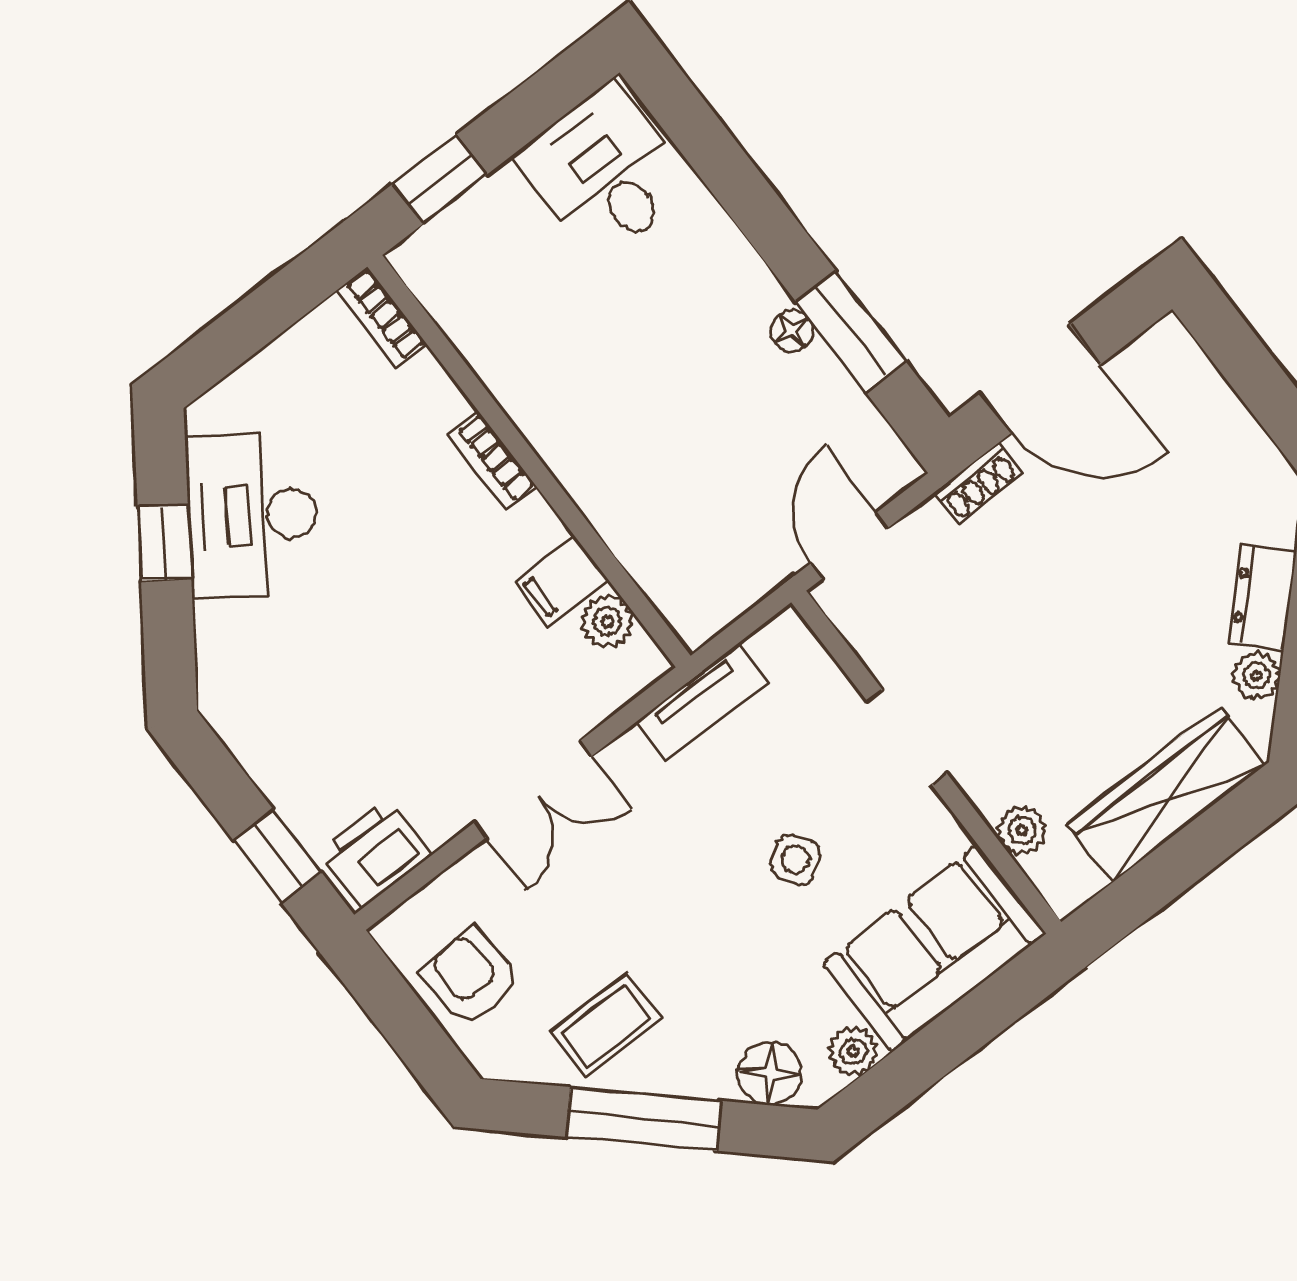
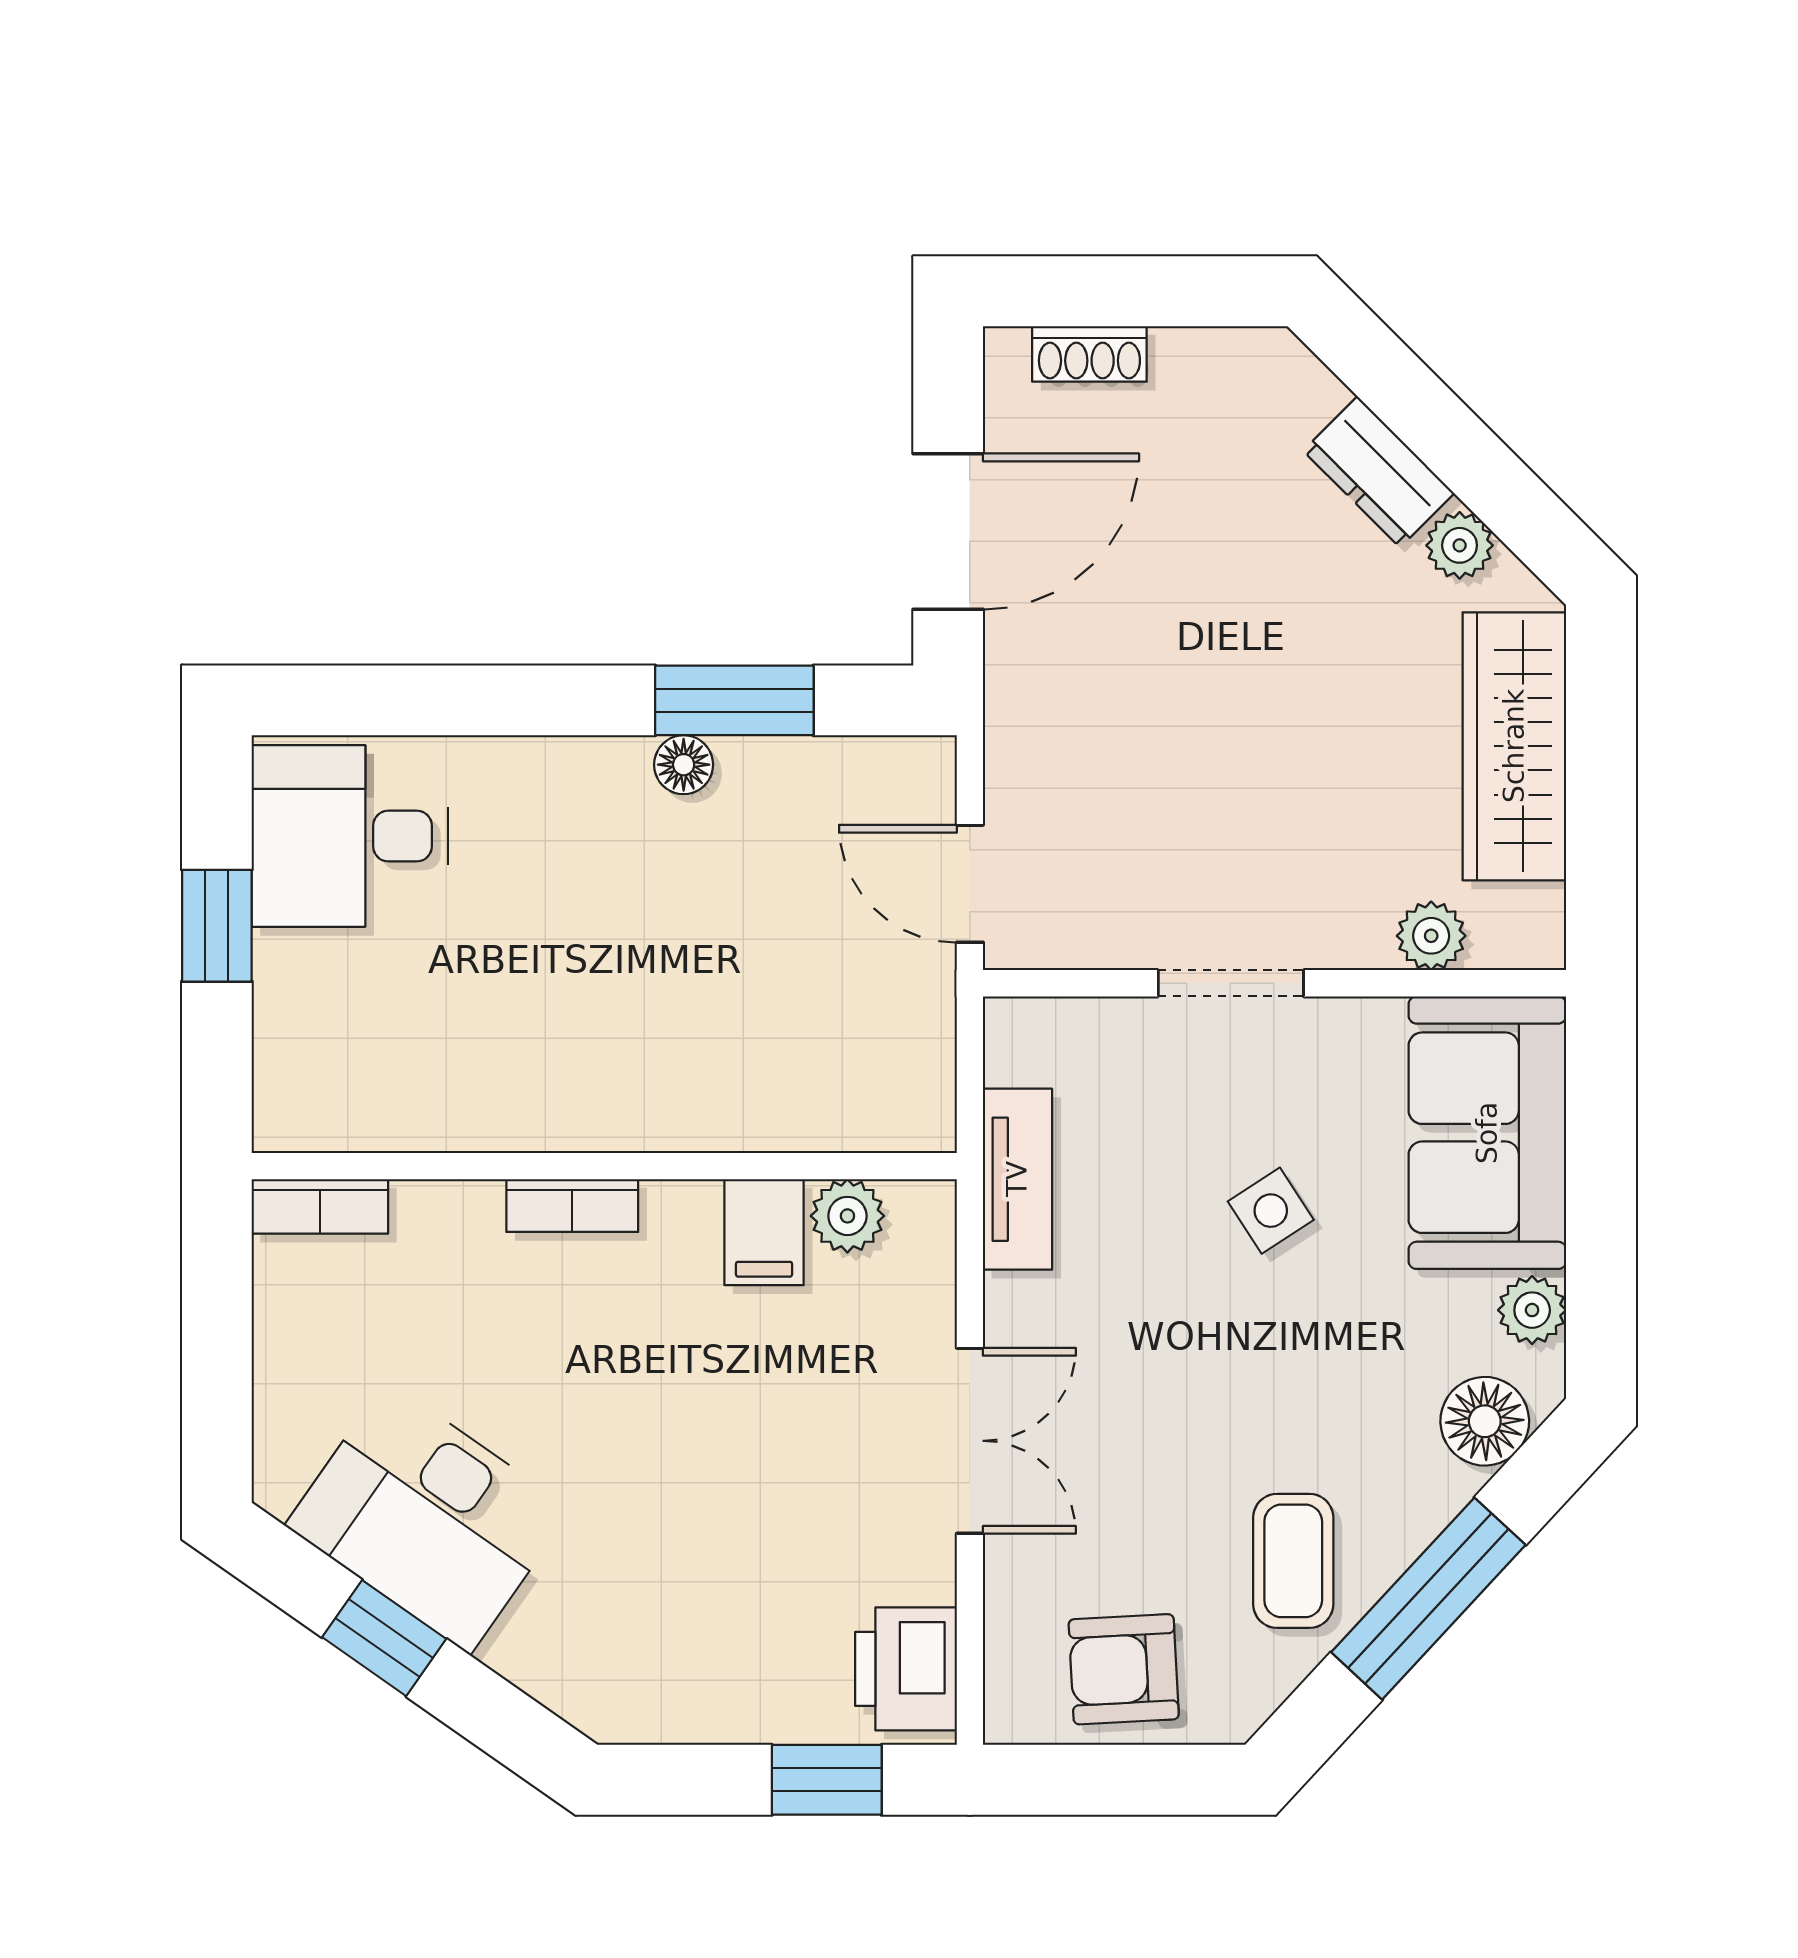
window: (440, 179) -> (217, 926), moved
shoe rack: (978, 483) -> (1089, 354), moved, turned 90

